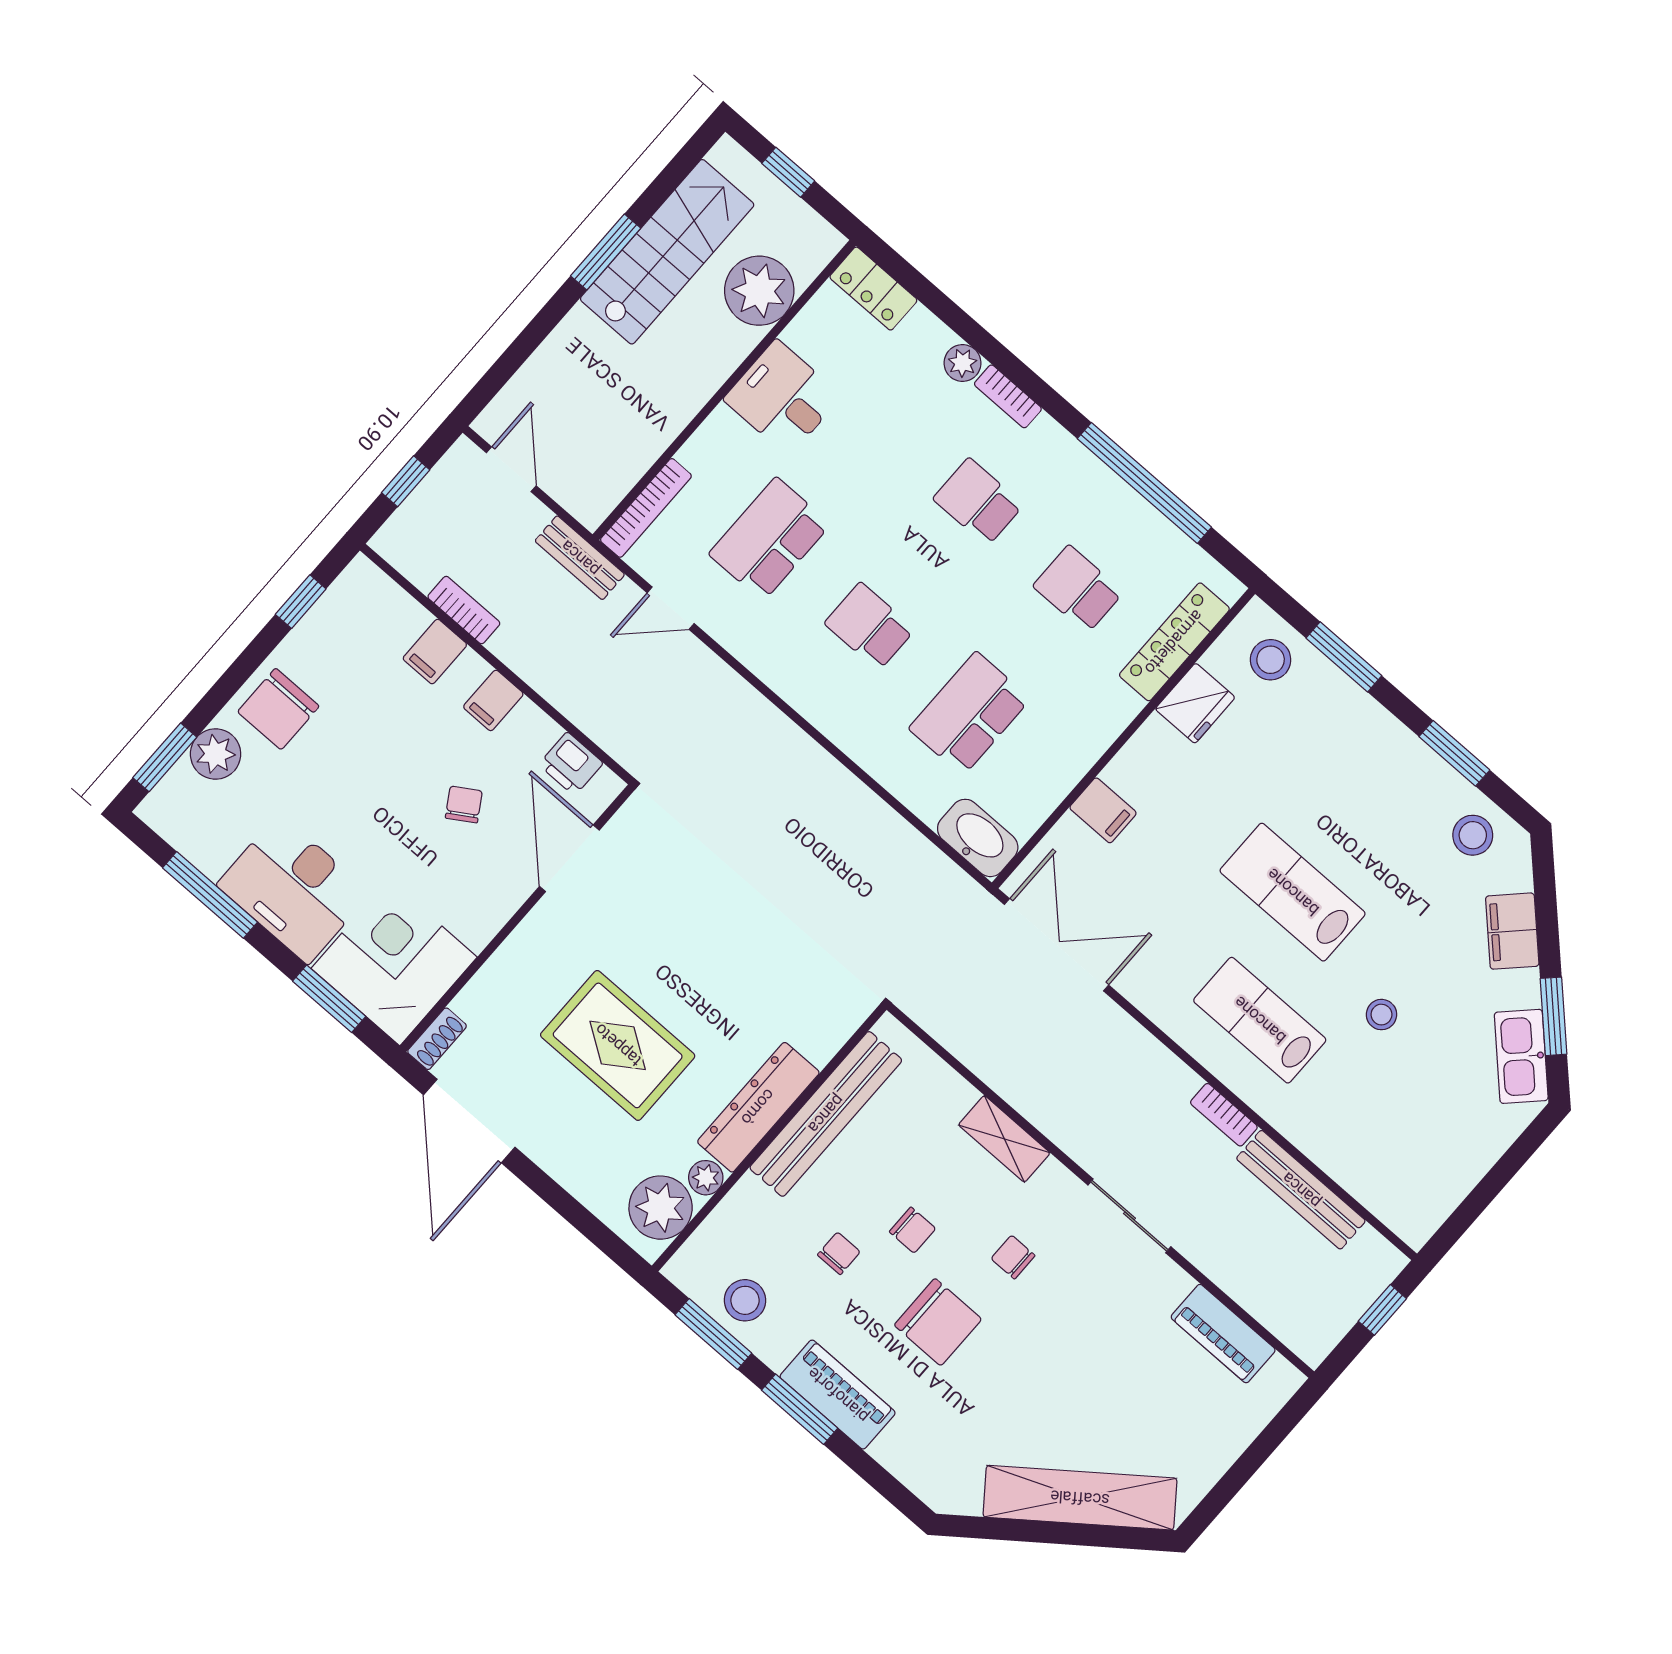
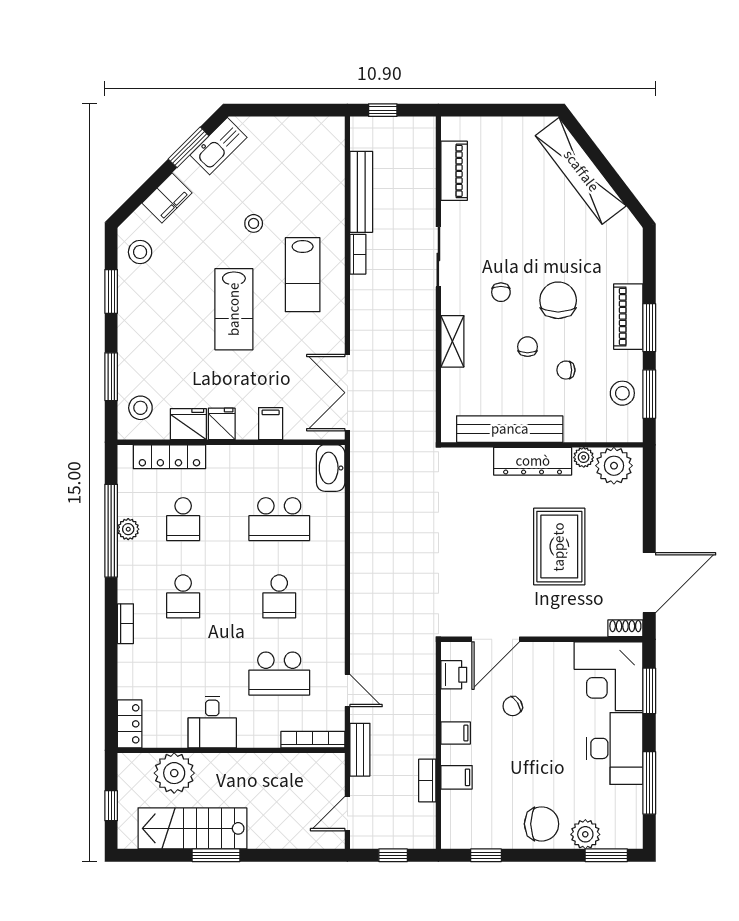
plant: (962, 363) -> (128, 529), moved
fridge: (1158, 747) -> (222, 424), added

